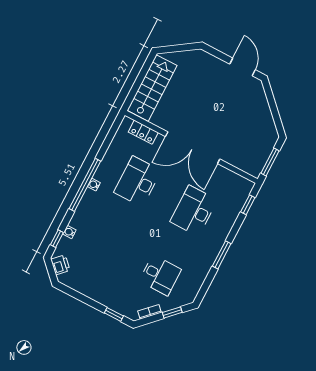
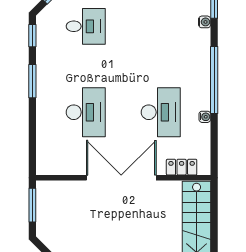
water cooler: (94, 185) -> (205, 117), moved
window: (248, 205) -> (32, 36), moved
desk: (160, 275) -> (86, 26), turned 180

